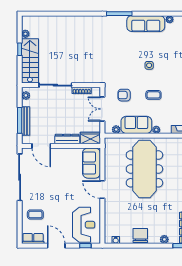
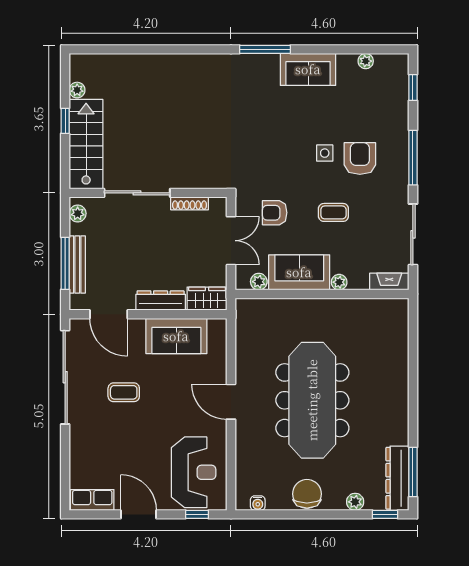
sofa: (146, 24) -> (308, 69), width x0.73
armchair: (167, 68) -> (360, 158), added
double door: (102, 109) -> (231, 241), swing flipped
sofa: (91, 163) -> (176, 336), moved, turned -90
meeting table: (144, 169) -> (312, 400), moved
coffee table: (35, 215) -> (124, 392), moved

